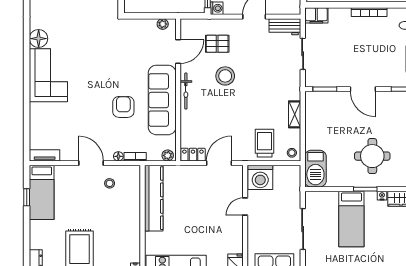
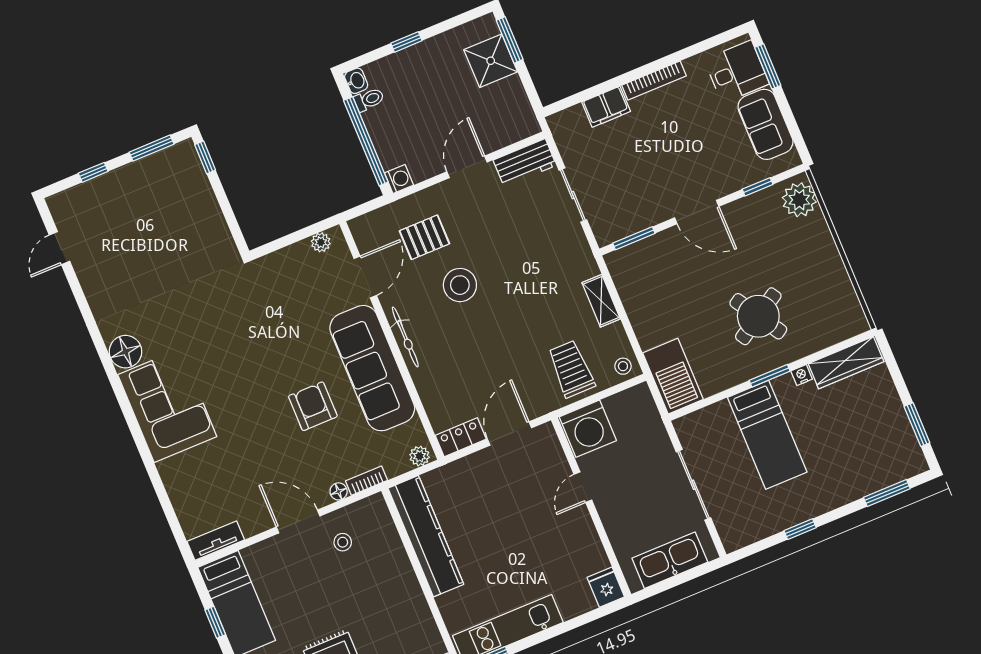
filing cabinet: (316, 15) -> (606, 107), moved
round table: (372, 156) -> (758, 316), turned -32

